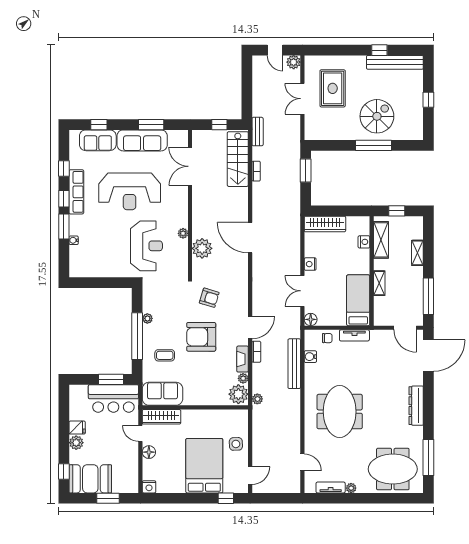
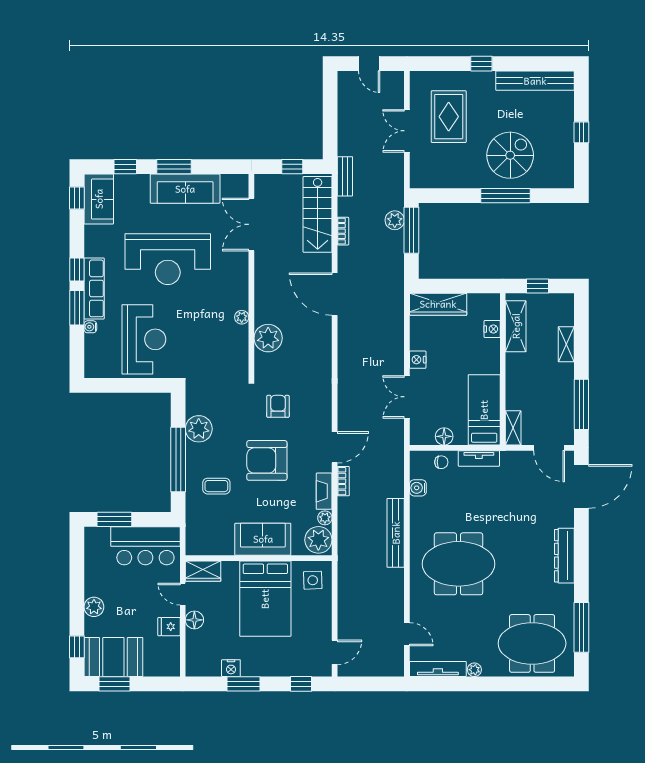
window: (379, 50) -> (481, 64), moved
plant: (294, 62) -> (395, 220), moved
window: (151, 125) -> (174, 167), moved
sofa: (98, 140) -> (99, 199), moved, turned -90
window: (64, 169) -> (77, 198), moved
window: (306, 170) -> (411, 230), width x1.44
row of seats: (76, 192) -> (94, 288), moved
door: (250, 238) -> (335, 294), moved
reception desk: (146, 246) -> (144, 339), moved
shelving: (379, 283) -> (513, 428), moved
armchair: (209, 298) -> (278, 406), turned -107
plant: (147, 318) -> (199, 429), width x1.87, depth x1.87
floor lamp: (311, 319) -> (444, 436), moved
bench: (294, 364) -> (396, 533), moved
window: (111, 379) -> (114, 519), moved
sofa: (162, 394) -> (263, 539), moved
plant: (257, 399) -> (345, 546), removed
meeting table: (340, 412) -> (458, 564), turned 90
wardrobe: (161, 417) -> (203, 571), width x0.67
fridge: (77, 428) -> (169, 627), moved, turned 180
side table: (236, 444) -> (313, 580), moved
bed: (204, 466) -> (265, 599), moved, turned 180
nightstand: (149, 487) -> (231, 668), moved
tv unit: (331, 487) -> (438, 669), width x1.41
window: (108, 498) -> (115, 684), moved
window: (184, 498) -> (244, 684), added

